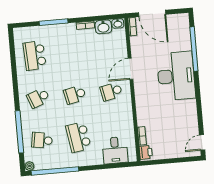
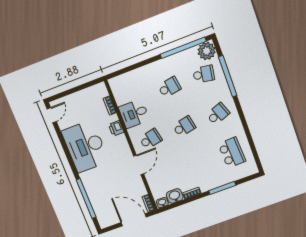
desk: (176, 76) -> (85, 146), moved
school desk: (78, 137) -> (169, 87), width x0.54
desk: (115, 150) -> (134, 114), moved, turned -90
printer: (146, 152) -> (116, 128), moved
plant: (30, 166) -> (207, 51), width x1.87, depth x1.87

